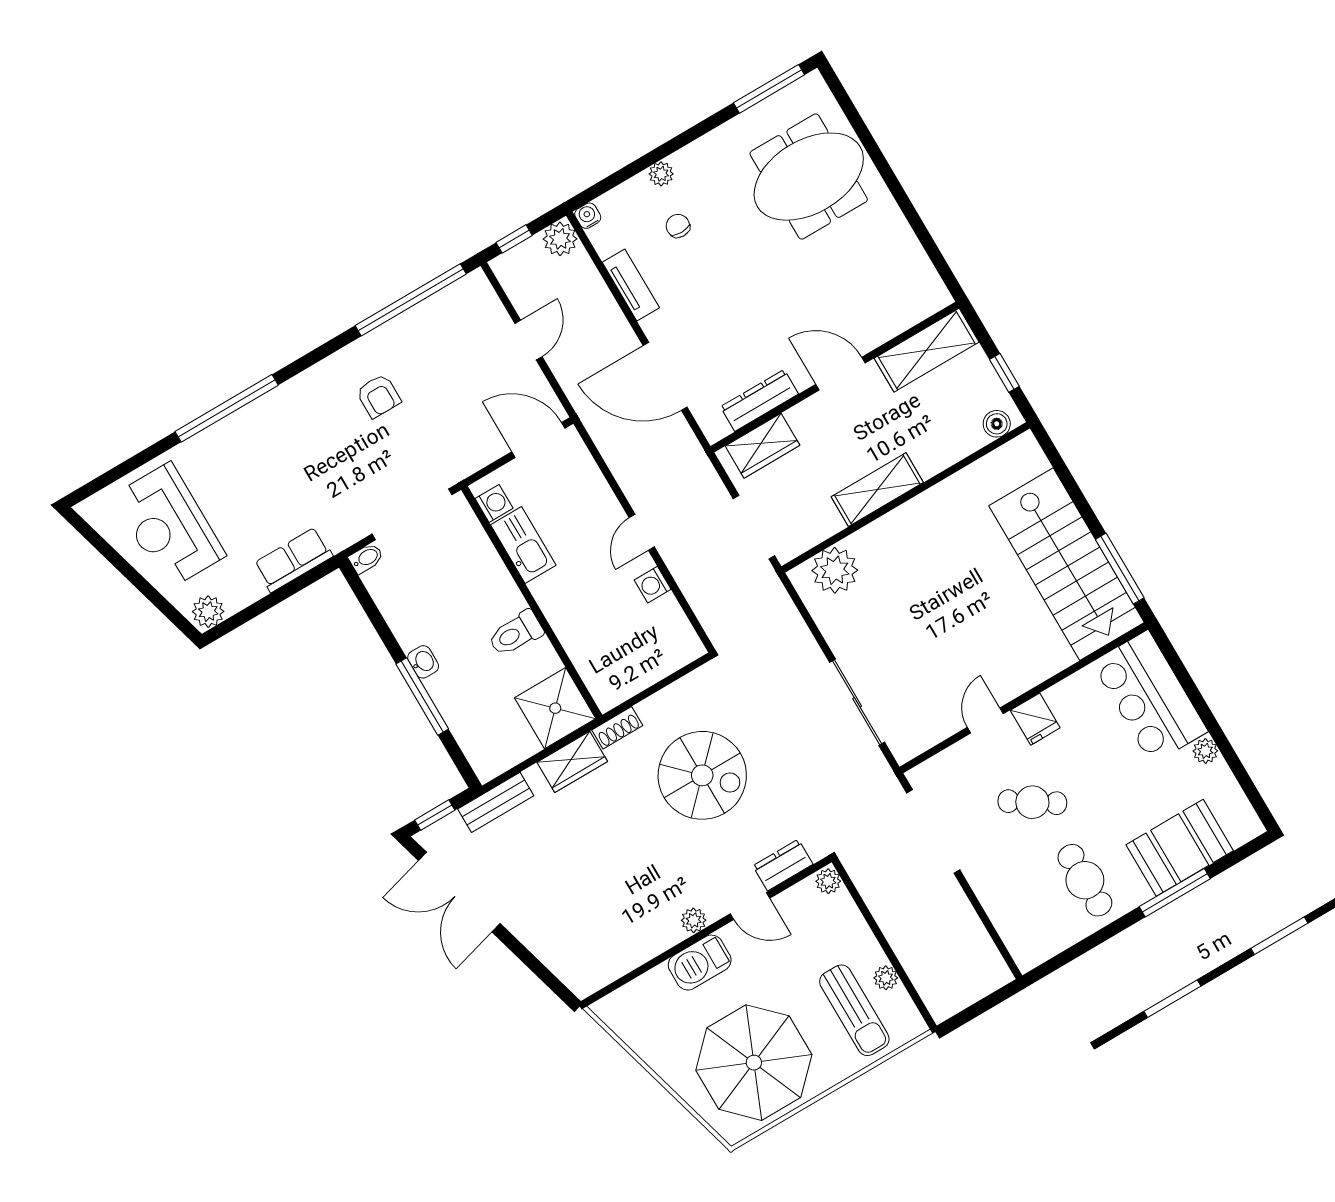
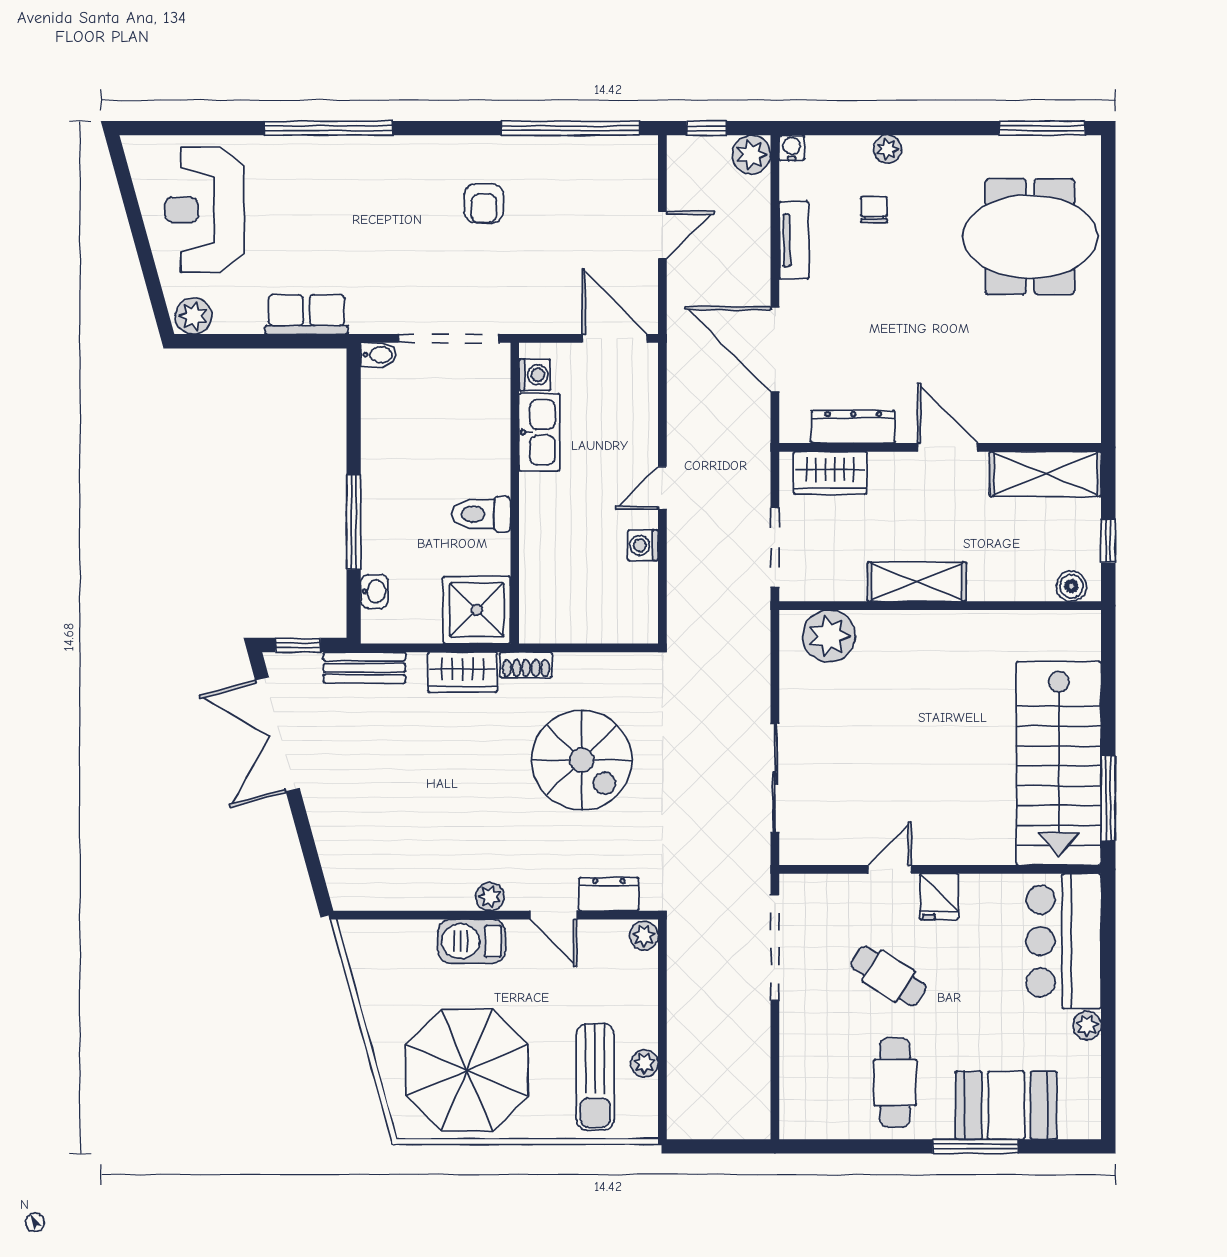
washbasin: (423, 662) -> (374, 591), moved

